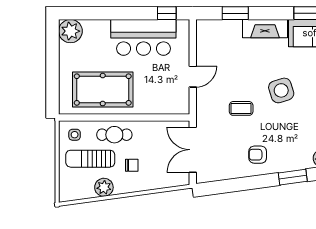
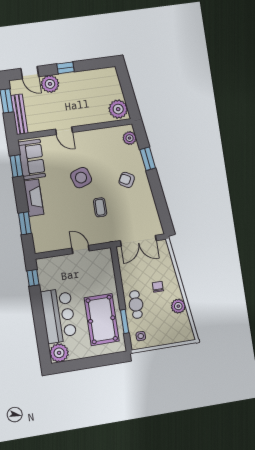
bar counter: (143, 37) -> (59, 316), moved
window: (96, 117) -> (125, 321), added
armchair: (258, 155) -> (127, 180), moved, turned 118
sun lounger: (90, 159) -> (158, 321), removed

